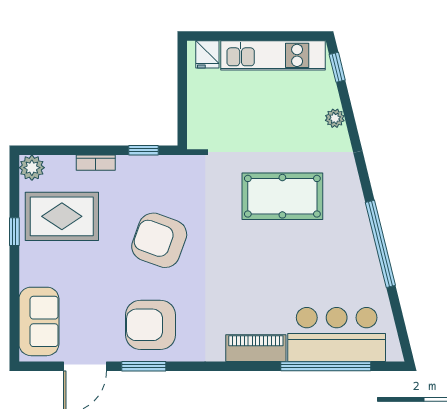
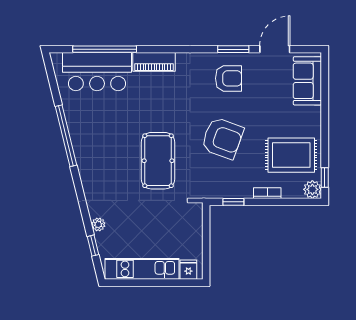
window: (337, 67) -> (93, 246), moved
pool table: (282, 196) -> (158, 161), moved, turned 90
window: (14, 232) -> (325, 177), moved
armchair: (150, 325) -> (229, 78), width x0.73, depth x0.73

